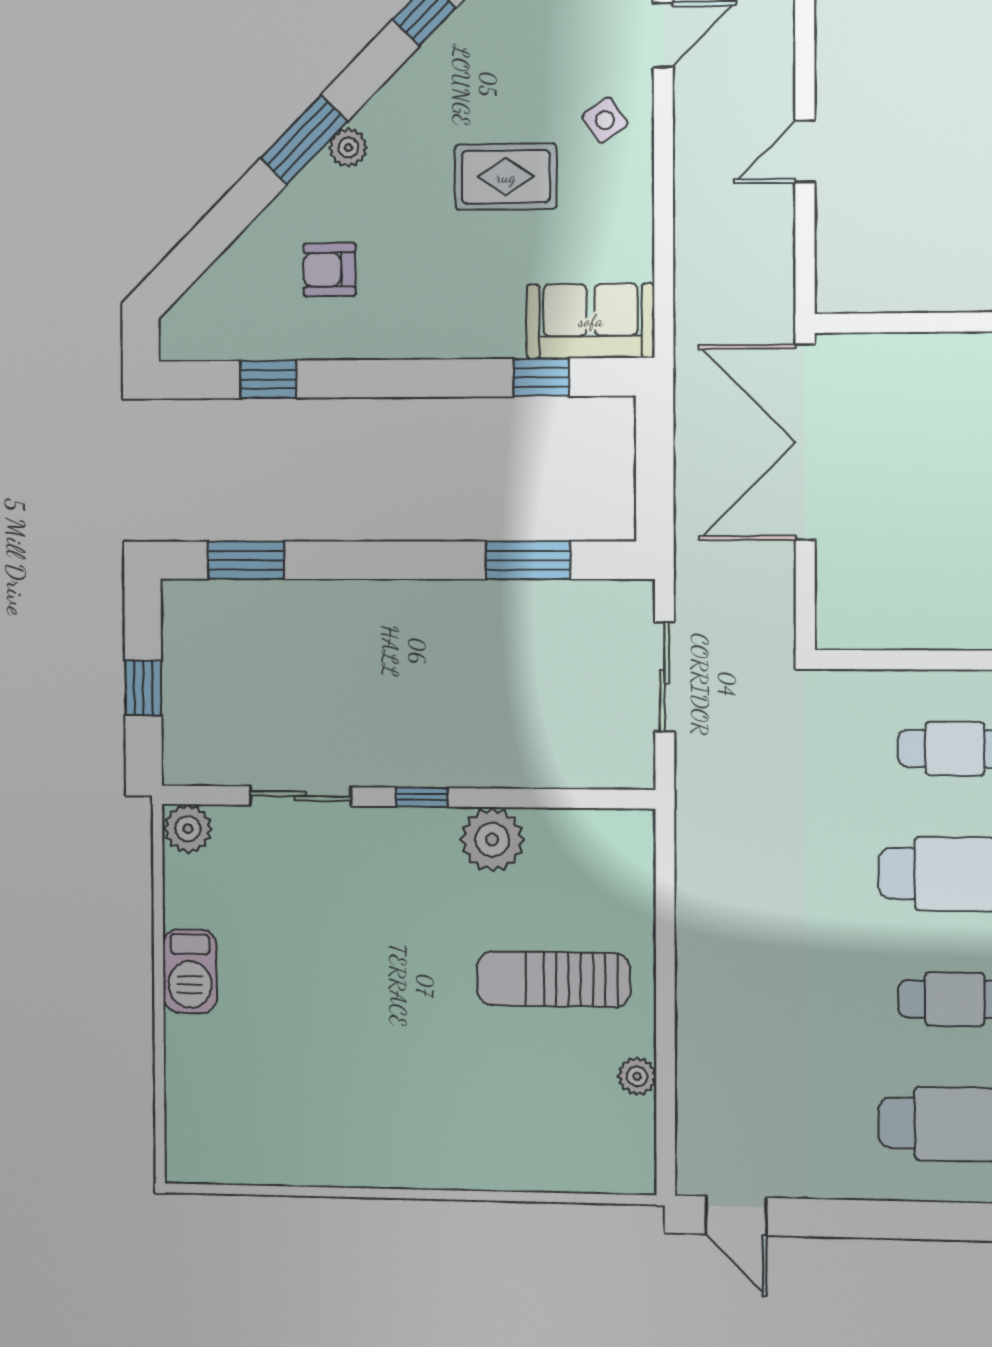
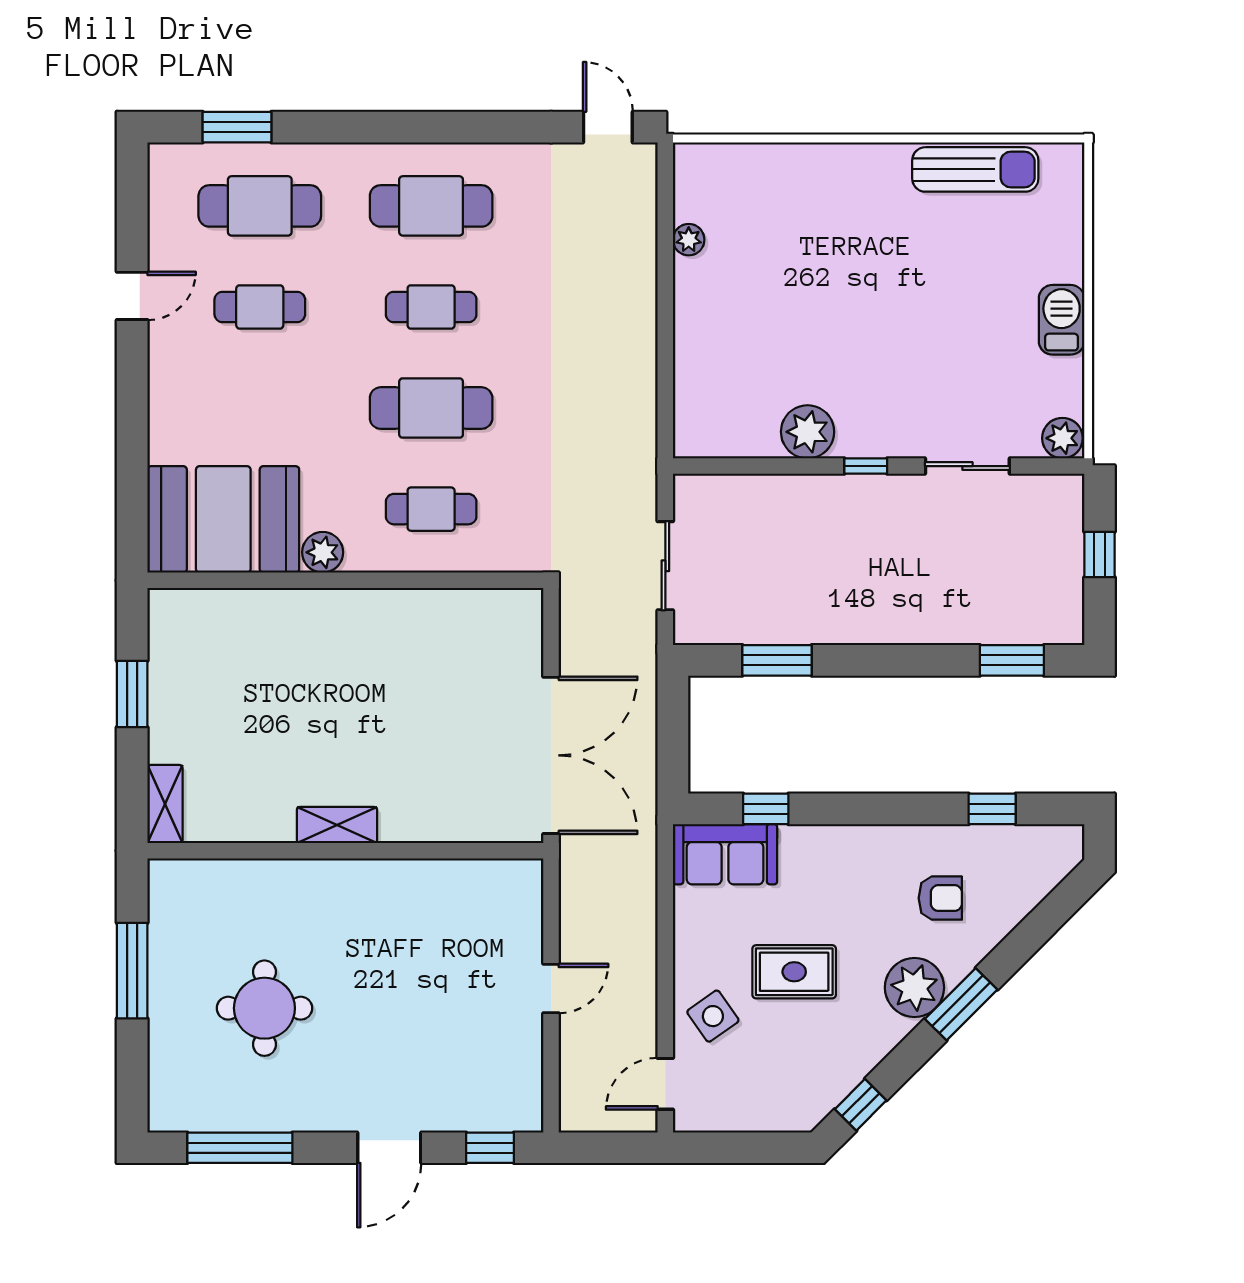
side table: (605, 120) -> (713, 1016), width x1.37, depth x1.37
plant: (348, 148) -> (914, 988), width x1.88, depth x1.88
sun lounger: (553, 979) -> (975, 169), moved

